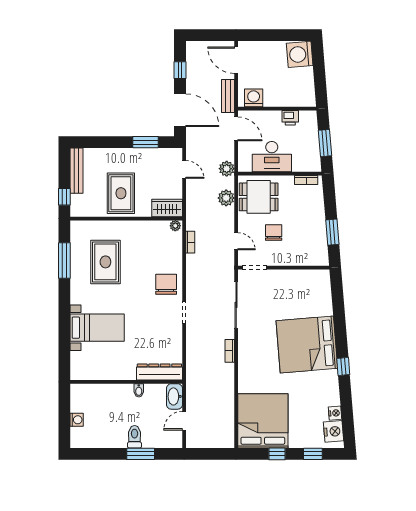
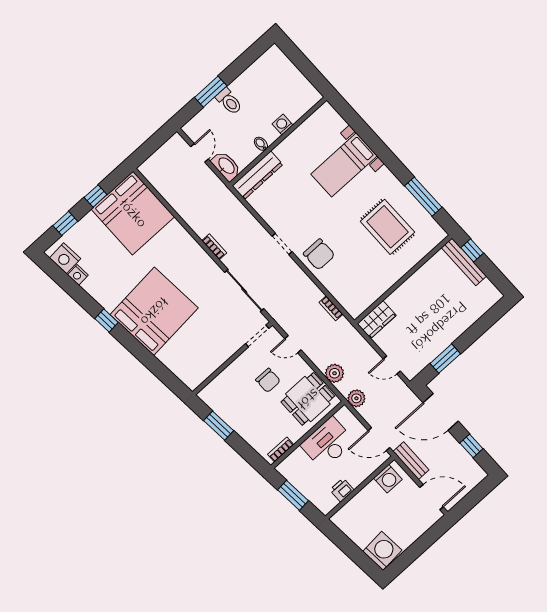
bench: (76, 171) -> (464, 262), moved
rug: (121, 193) -> (427, 297), removed
plant: (175, 226) -> (356, 311), removed
washing machine: (77, 420) -> (283, 125), moved, turned 90

